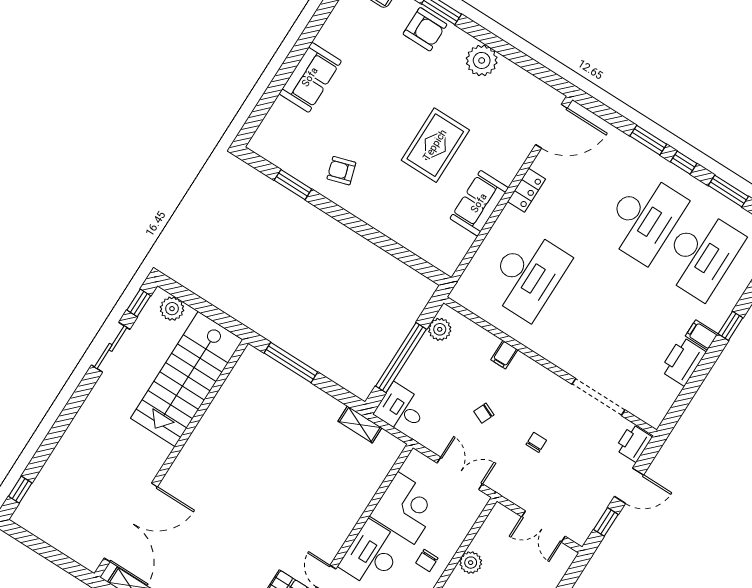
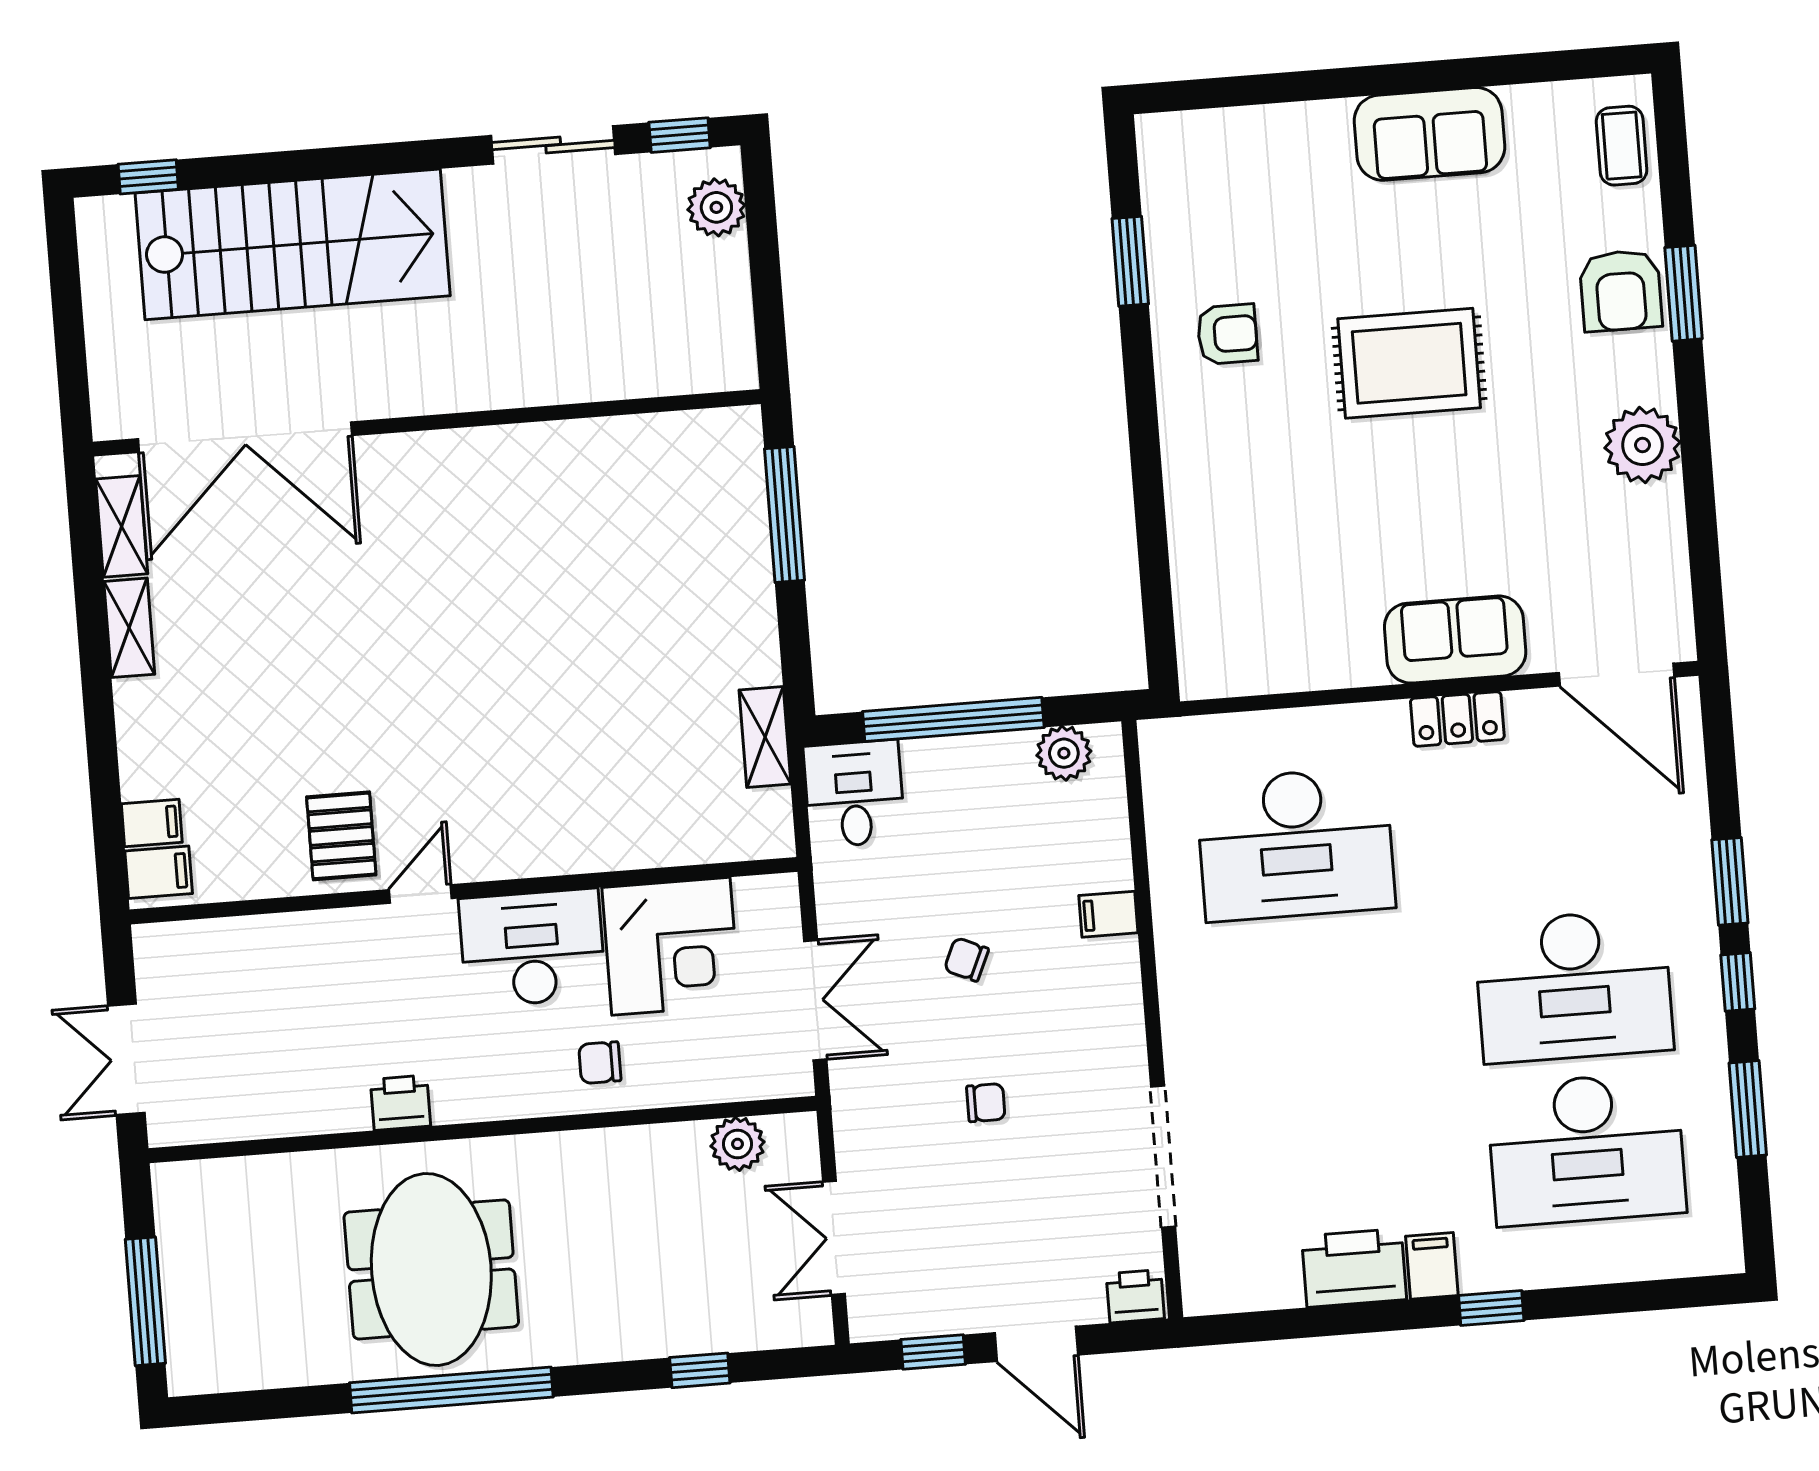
sofa: (310, 77) -> (1429, 134), moved
rug: (435, 145) -> (1409, 363), moved
armchair: (341, 171) -> (1227, 334), turned 107
sofa: (479, 203) -> (1455, 640), moved
stairs: (187, 379) -> (293, 244), moved, turned 180
printer: (634, 443) -> (1135, 1296), width x0.73, depth x0.81
plant: (471, 563) -> (738, 1144), moved

